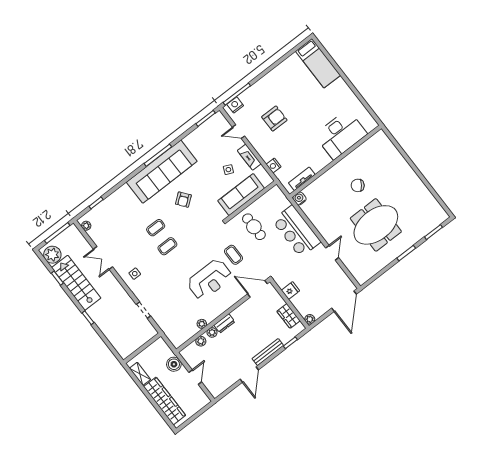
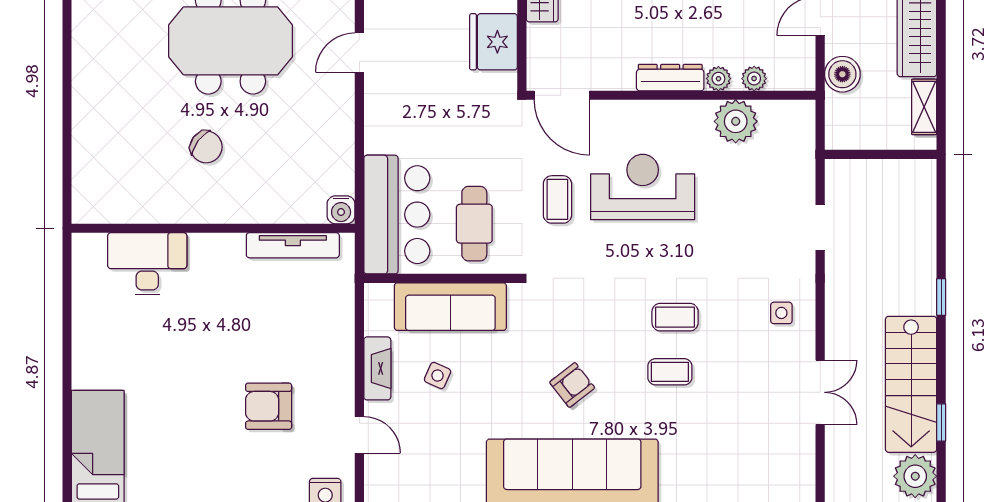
desk: (341, 135) -> (147, 264), width x0.73, depth x0.77
nightstand: (274, 165) -> (342, 315), removed
tv unit: (302, 179) -> (293, 245), width x1.41
plant: (86, 226) -> (804, 482), removed
bar counter: (296, 231) -> (397, 215), moved
fridge: (290, 291) -> (494, 42), width x1.88, depth x1.34
dresser: (224, 323) -> (670, 78), width x1.44
plant: (202, 324) -> (736, 121), width x1.88, depth x1.88

